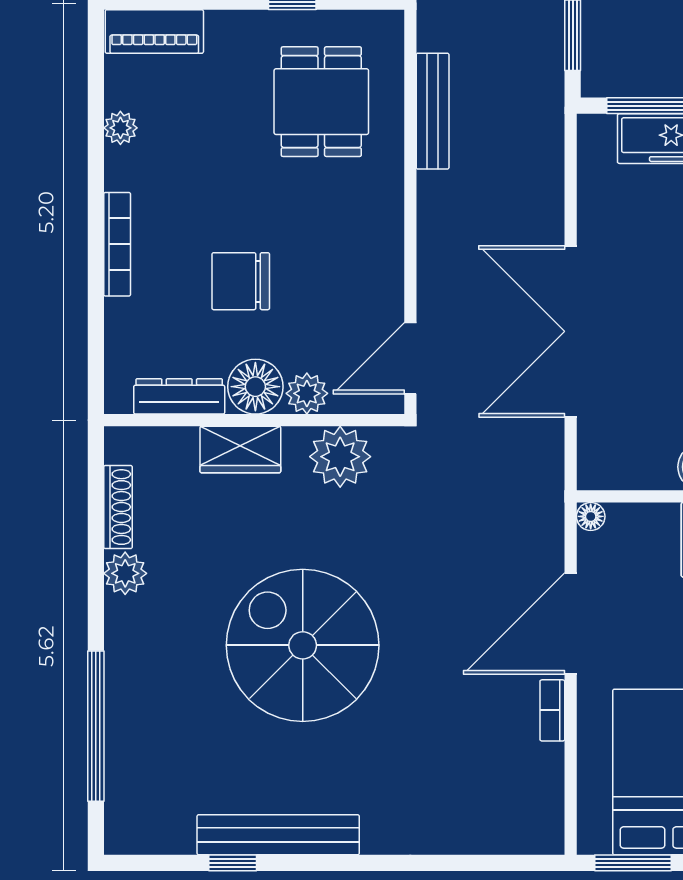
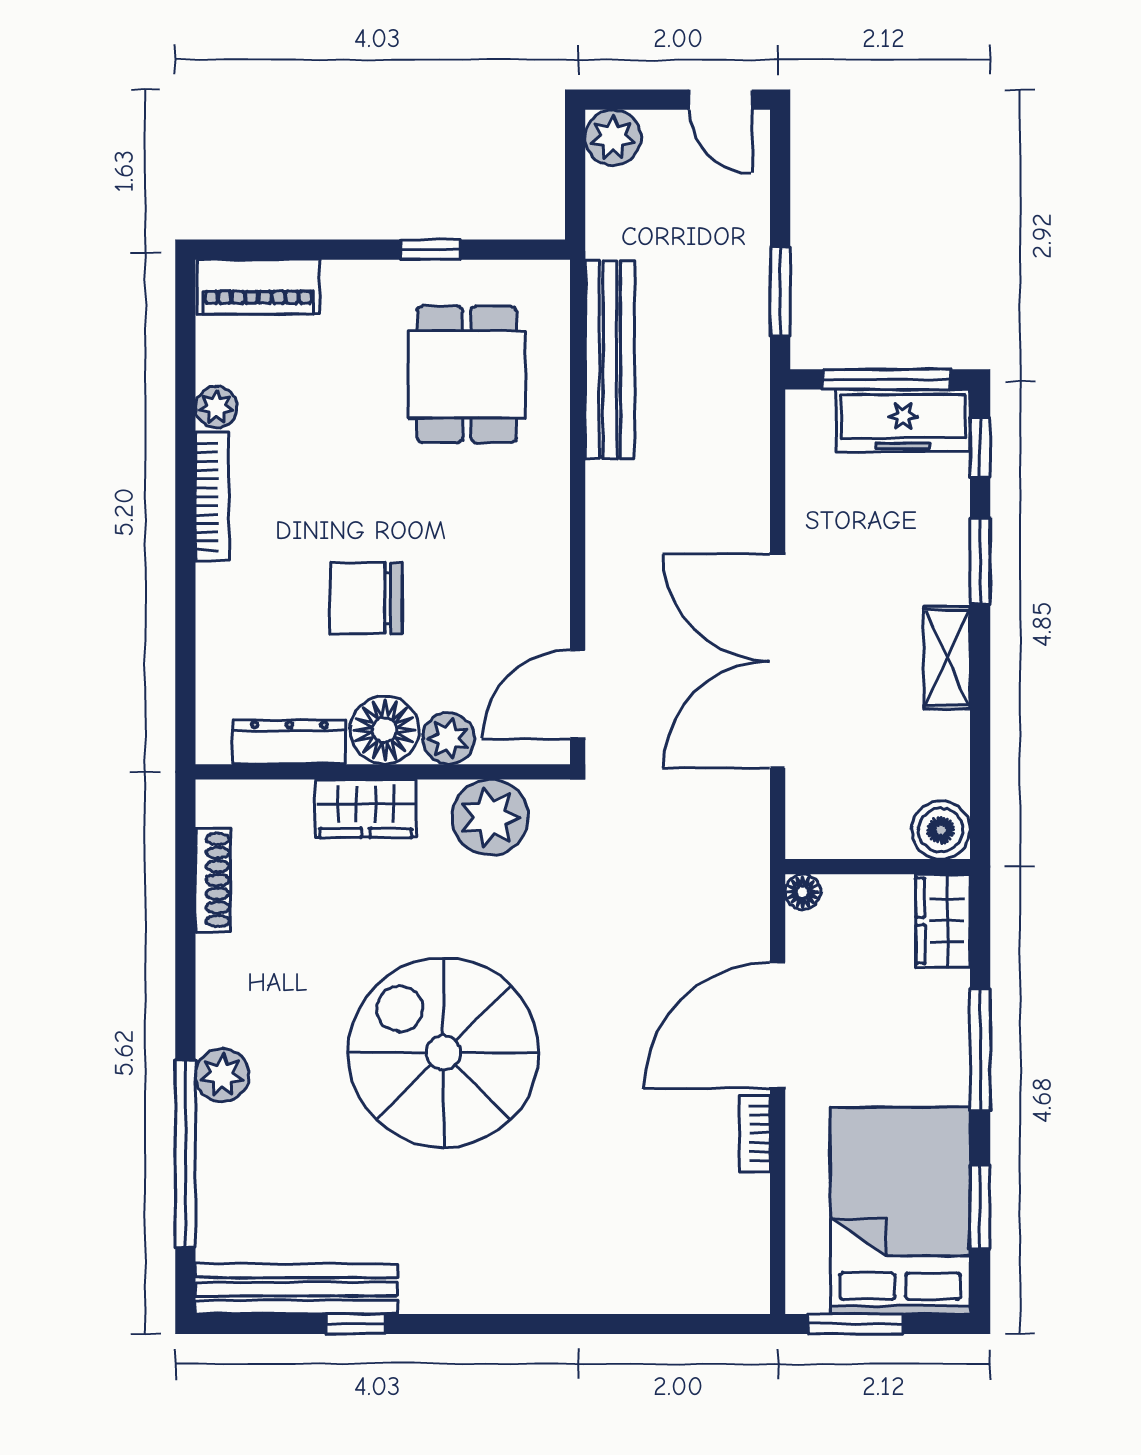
bench: (433, 111) -> (610, 360), width x1.37, depth x1.21
bookcase: (117, 244) -> (212, 497), moved
plant: (125, 573) -> (222, 1075), moved
bench: (278, 835) -> (296, 1289), moved

